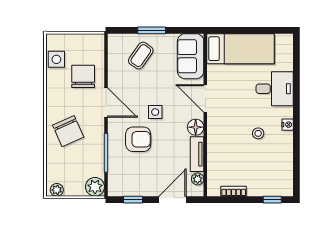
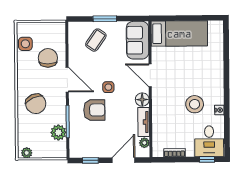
desk: (275, 89) -> (209, 141), moved, turned 90
nightstand: (288, 125) -> (219, 110), moved
stool: (258, 133) -> (195, 104), width x1.89, depth x1.89
plant: (95, 187) -> (58, 132), moved

